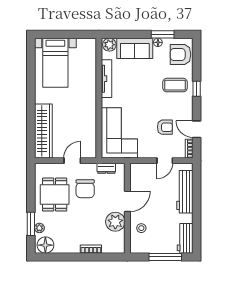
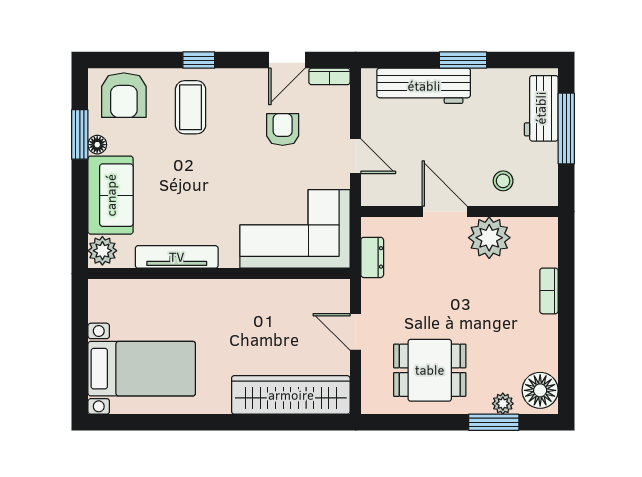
door: (165, 161) -> (355, 156), moved
chair: (85, 189) -> (417, 304), removed
window: (197, 210) -> (463, 60), added
workbench: (185, 238) -> (541, 108), moved, turned 90

